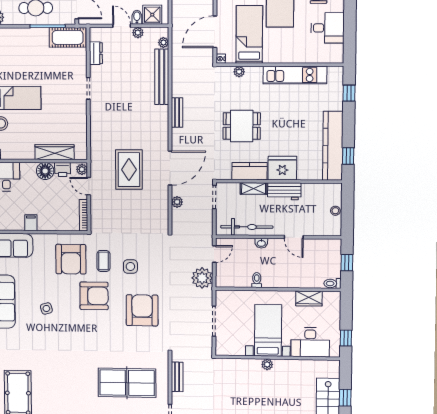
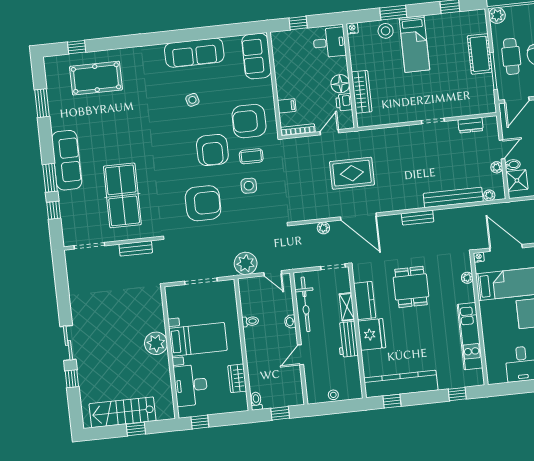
cot: (68, 37) -> (480, 54), moved
plant: (82, 169) -> (346, 123), removed
filing cabinet: (31, 223) -> (287, 106), moved
plant: (267, 364) -> (156, 343), width x1.87, depth x1.87

